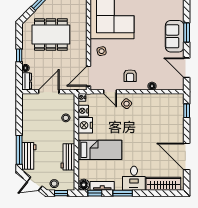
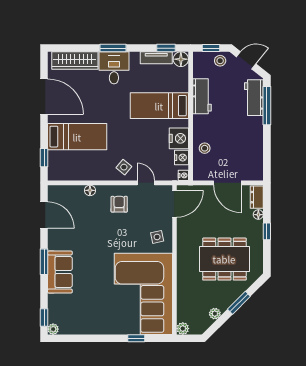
sofa: (175, 36) -> (60, 272), moved
door: (49, 92) -> (227, 183), hinge flipped
bed: (162, 127) -> (77, 137), added
window: (123, 193) -> (113, 48), moved

